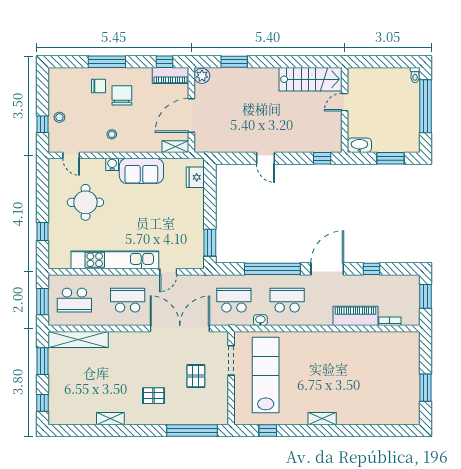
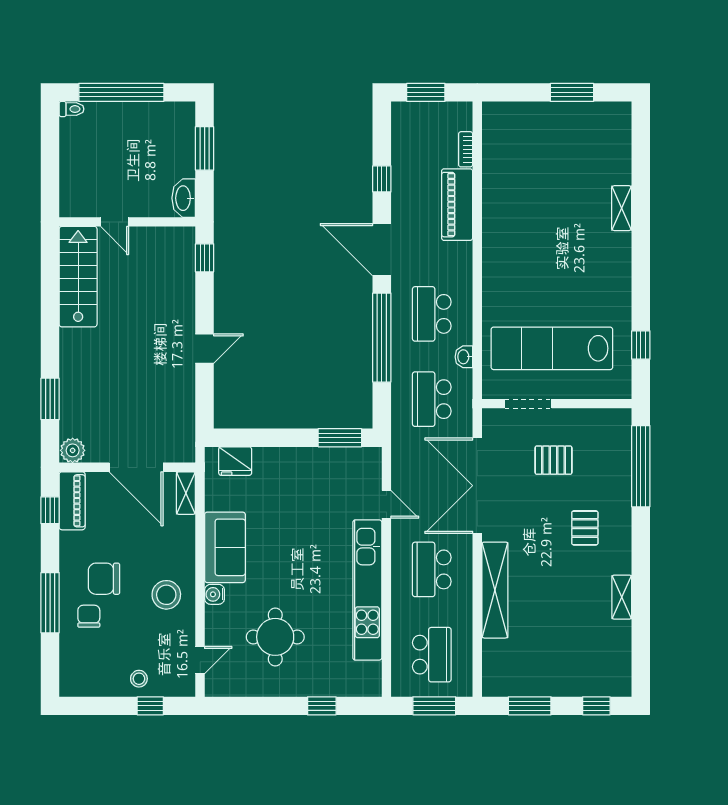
stool: (112, 134) -> (166, 595), width x1.89, depth x1.89
shelving: (78, 339) -> (495, 590), moved
shelving: (322, 419) -> (622, 208), moved

